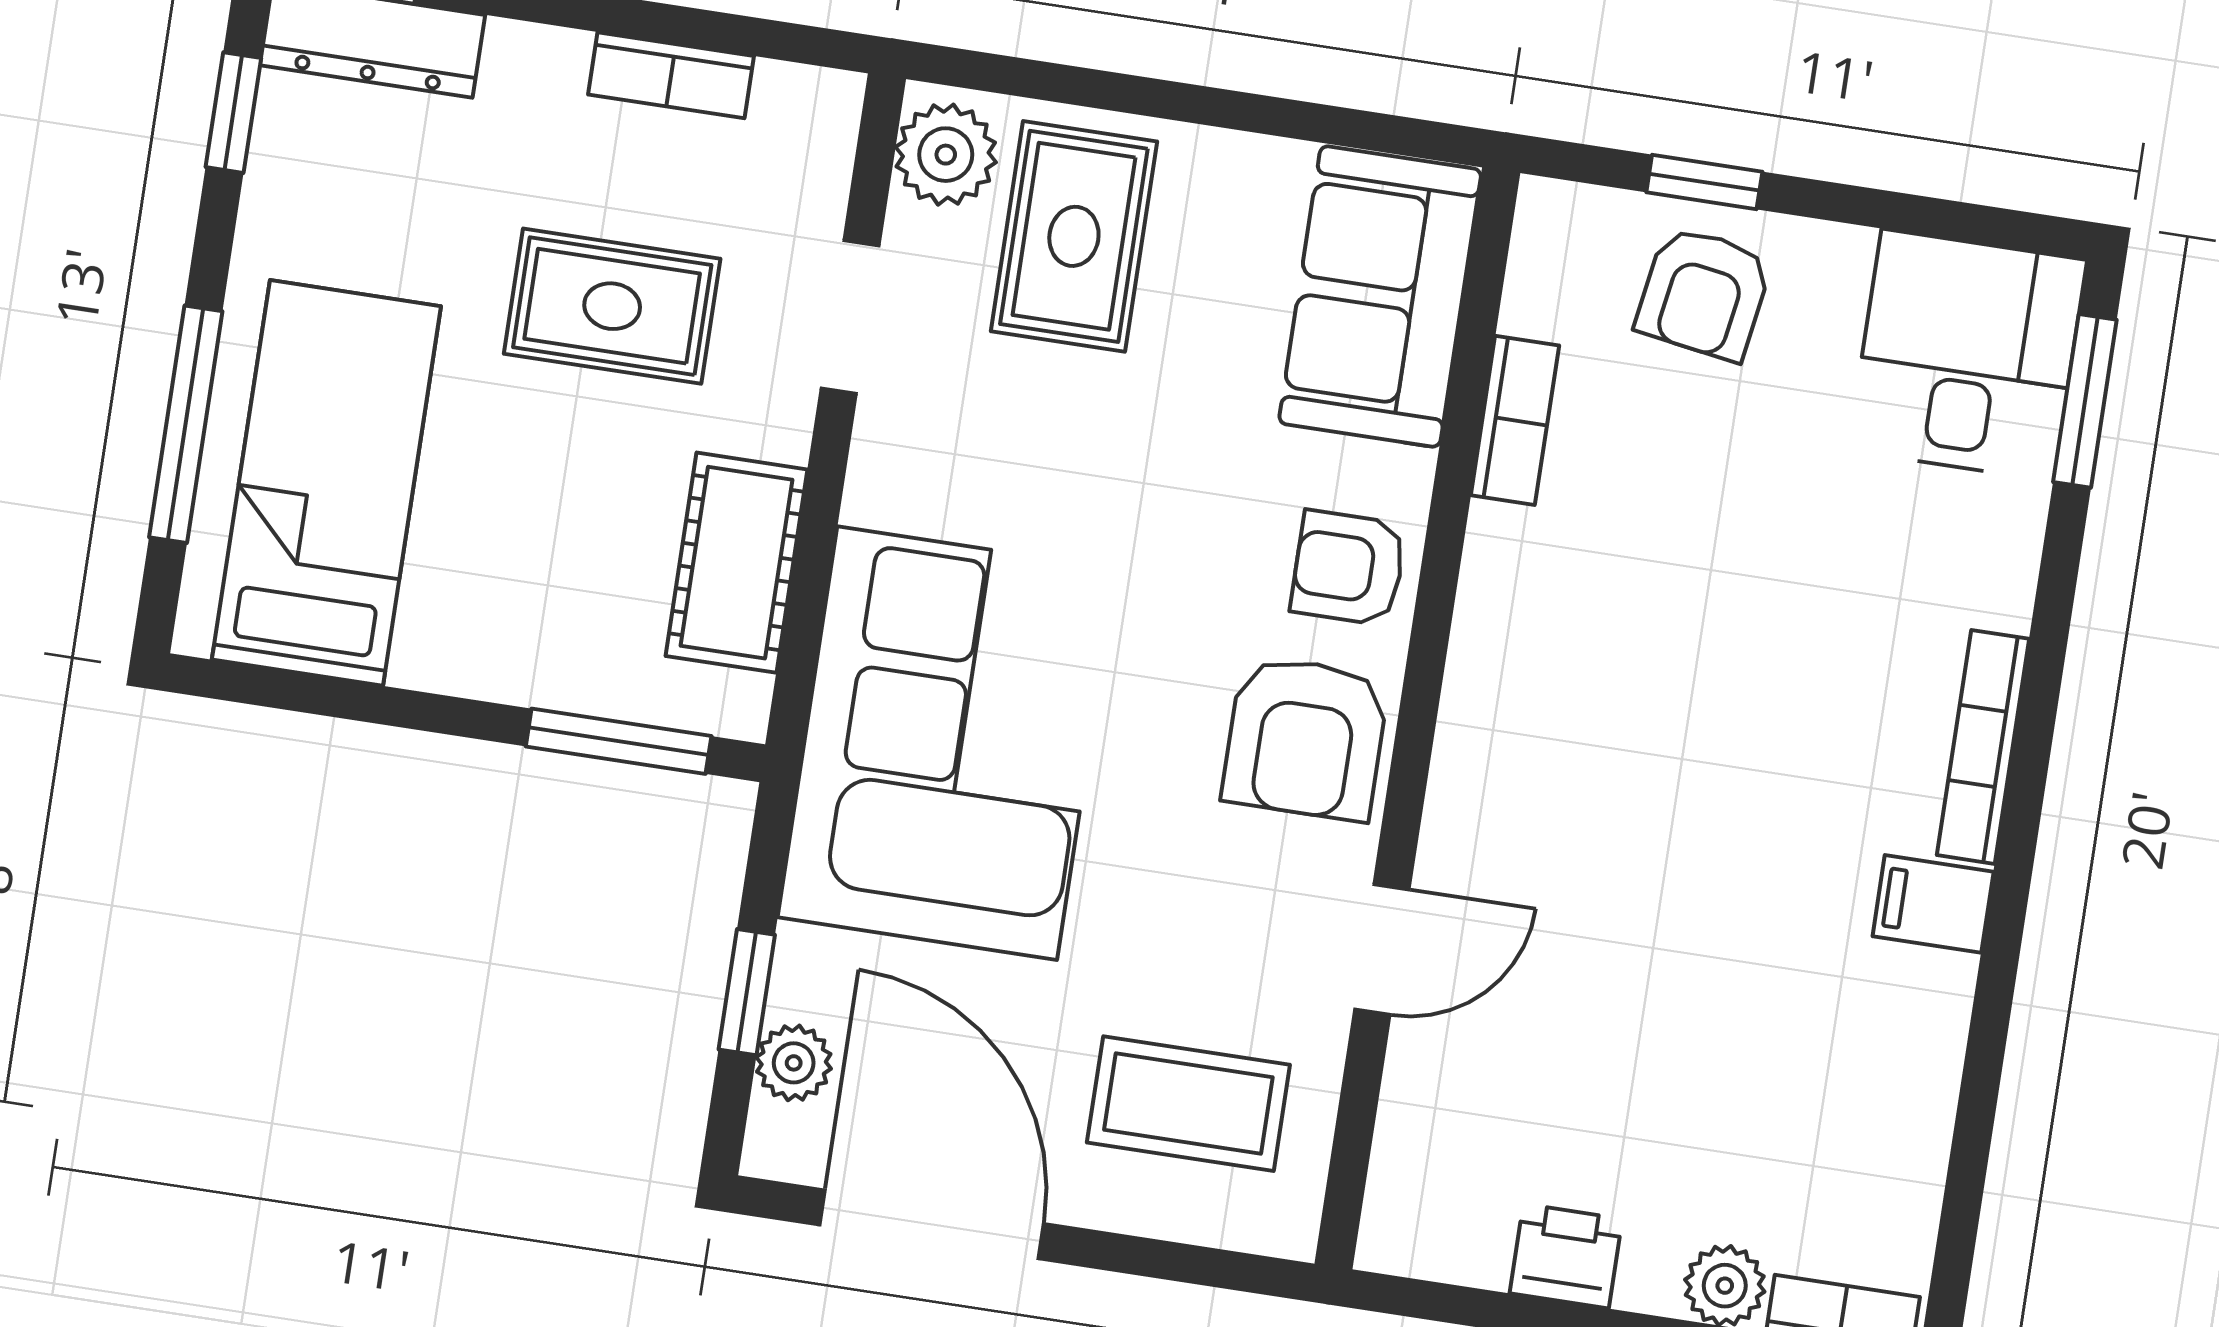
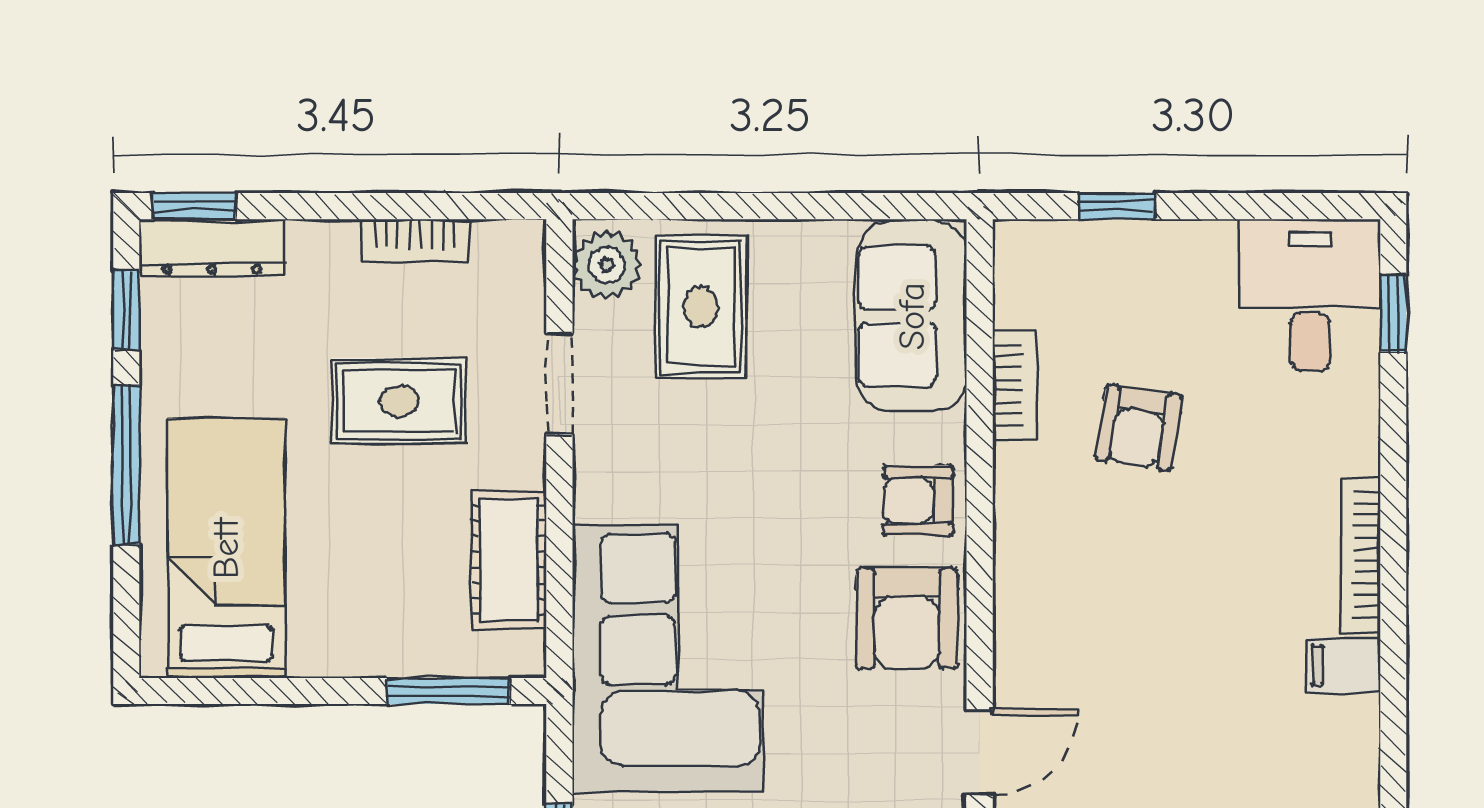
armchair: (1704, 293) -> (1139, 427), moved
window: (2085, 401) -> (1393, 314), width x0.67
window: (186, 424) -> (126, 465), moved

